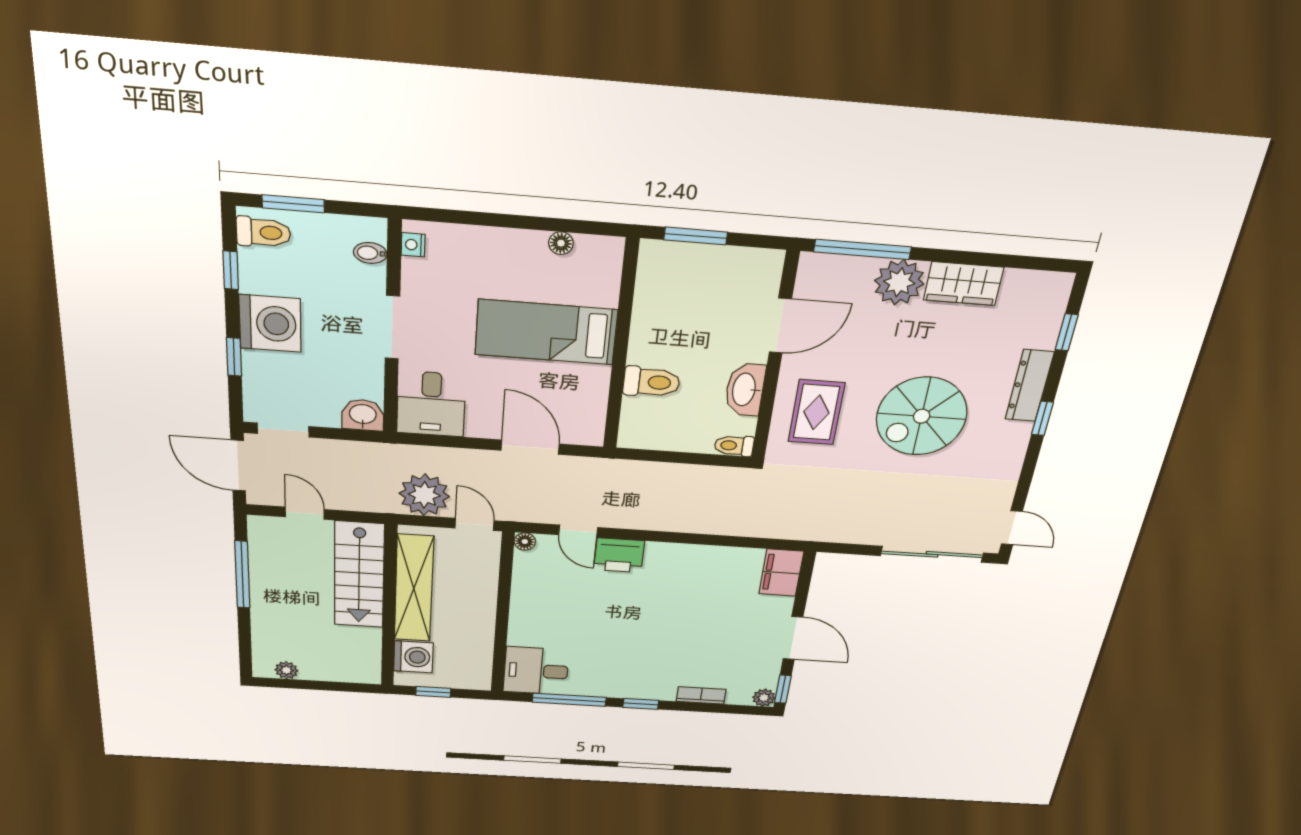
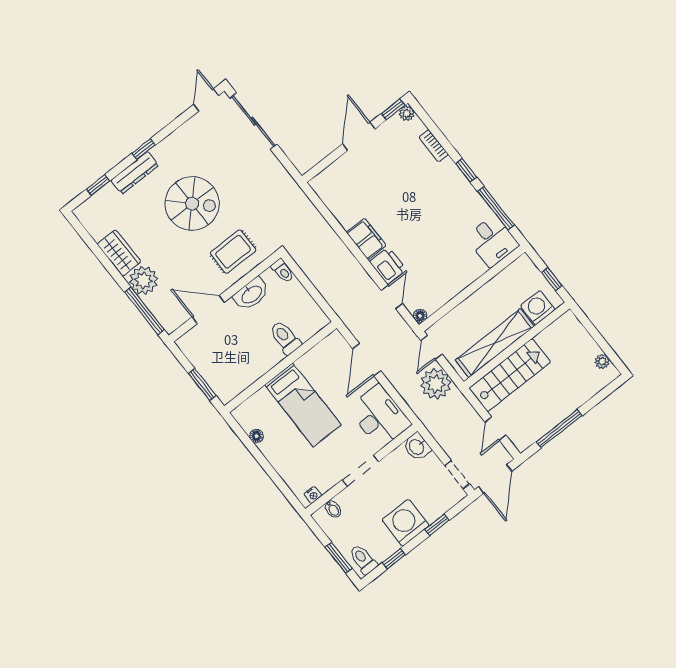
desk: (431, 404) -> (379, 416), width x1.37
filing cabinet: (781, 573) -> (366, 239), moved, turned -90

